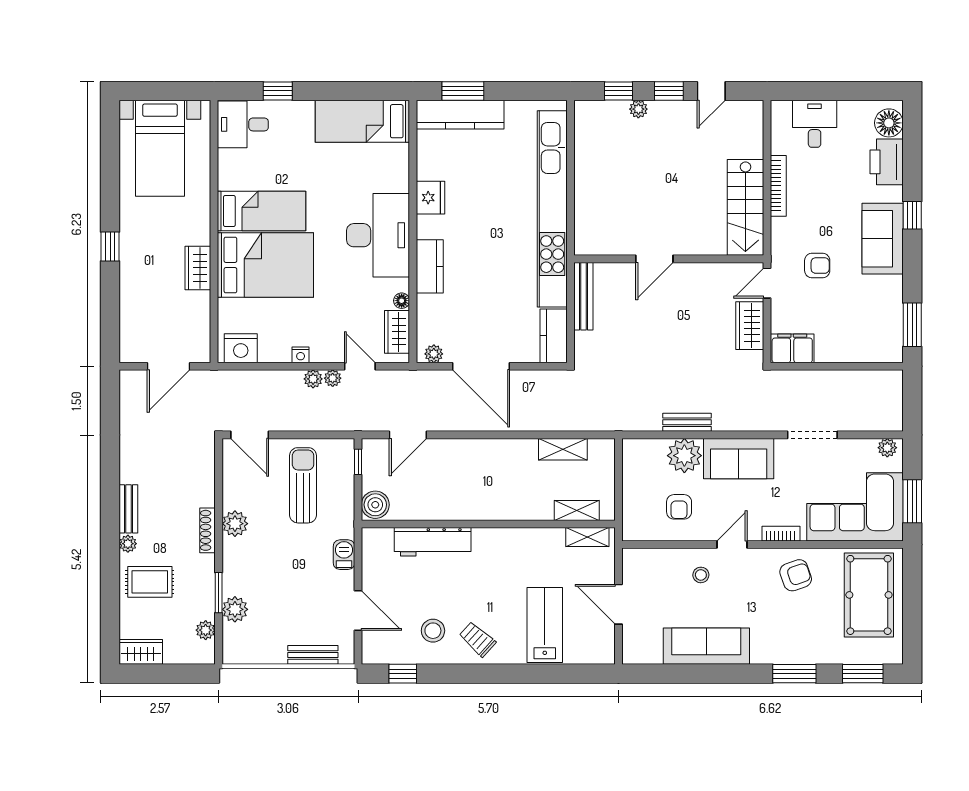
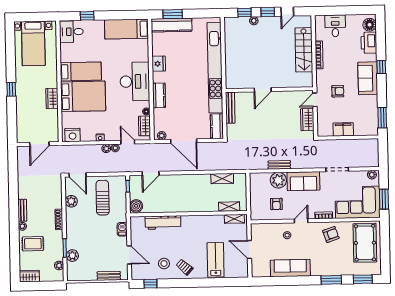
stairs: (745, 207) -> (304, 50), moved
filing cabinet: (792, 348) -> (343, 129), moved
plant: (235, 524) -> (71, 201), moved

